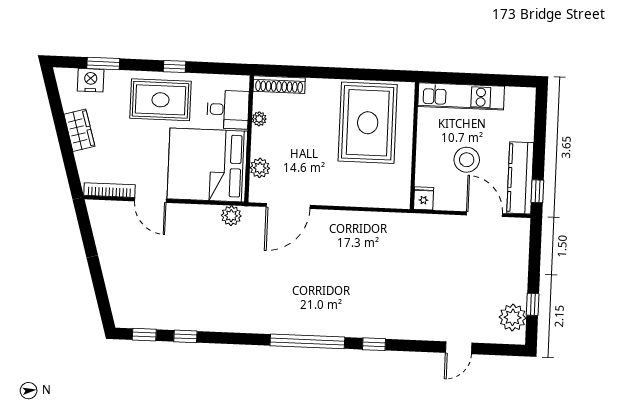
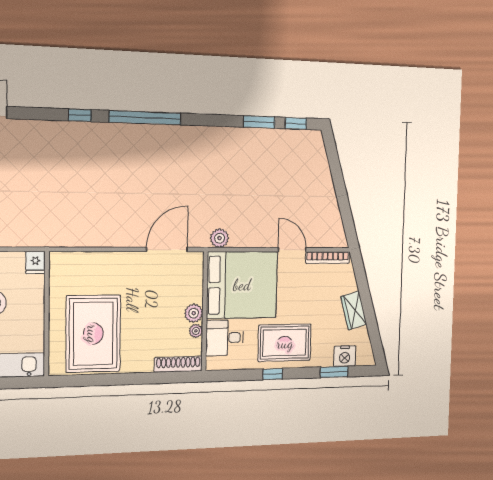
plant: (260, 168) -> (194, 313), moved
window: (185, 336) -> (259, 122), width x1.50

